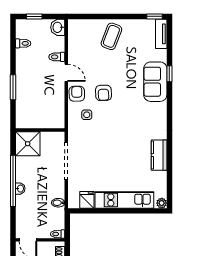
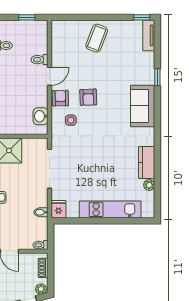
window: (34, 16) -> (27, 17), moved
washbasin: (58, 27) -> (40, 116), moved
door: (66, 73) -> (49, 76), hinge flipped
sofa: (155, 82) -> (143, 106), moved
fridge: (87, 200) -> (58, 209), moved
plant: (162, 203) -> (149, 185), moved

